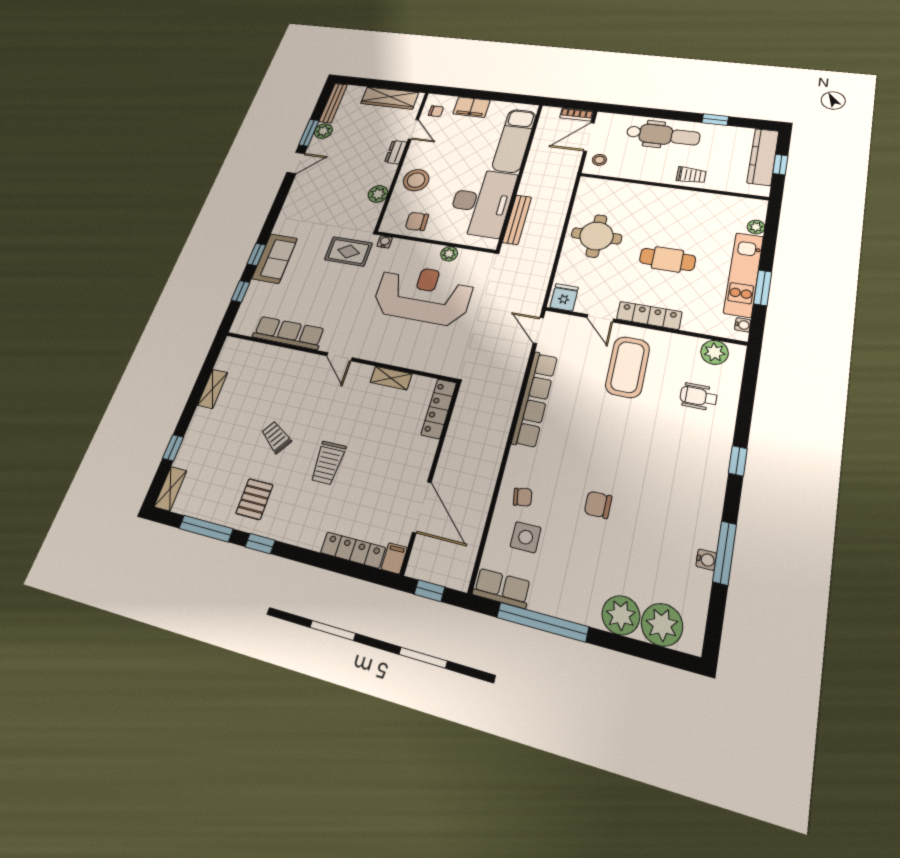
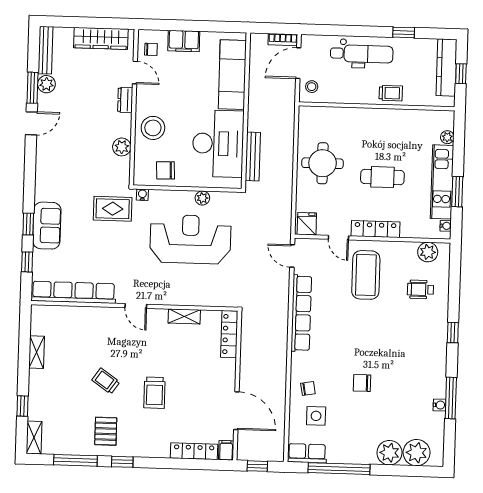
row of seats: (288, 333) -> (73, 292), width x1.36

